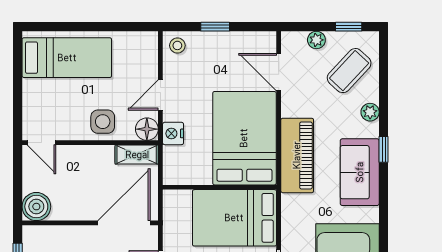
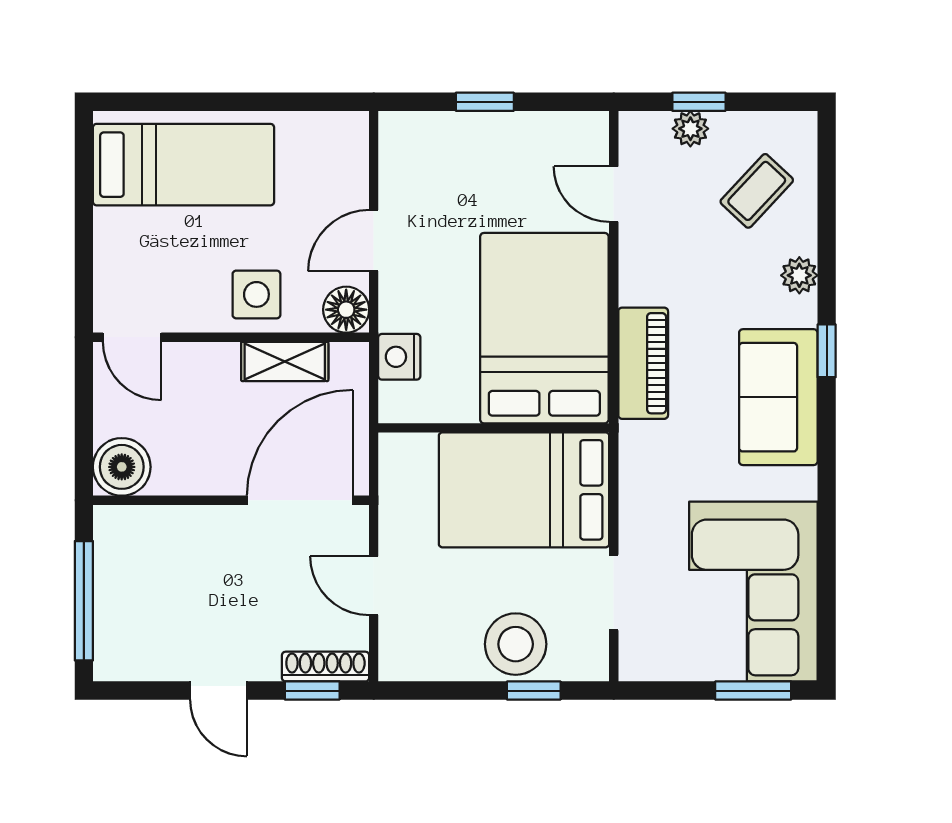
window: (349, 27) -> (699, 102), moved
stool: (177, 45) -> (408, 140), removed
coffee table: (349, 71) -> (757, 191), width x0.73, depth x0.77
door: (279, 72) -> (614, 194), width x0.73
nightstand: (173, 133) -> (399, 357), moved
shelving: (137, 155) -> (285, 361), moved
piano: (297, 155) -> (643, 363), width x0.73, depth x0.75

